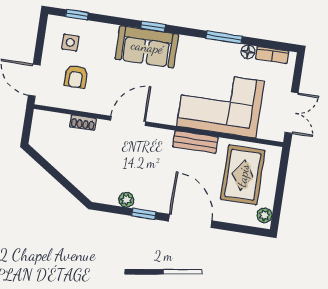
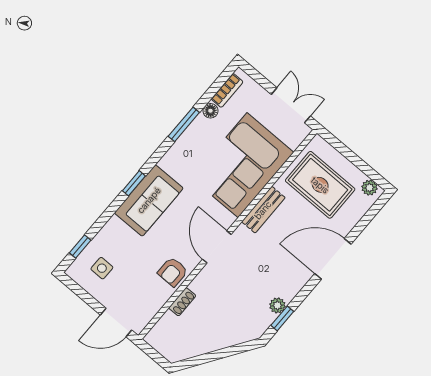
armchair: (76, 77) -> (173, 272), moved, turned 90
door: (128, 121) -> (217, 247), moved
window: (144, 214) -> (282, 318), moved

